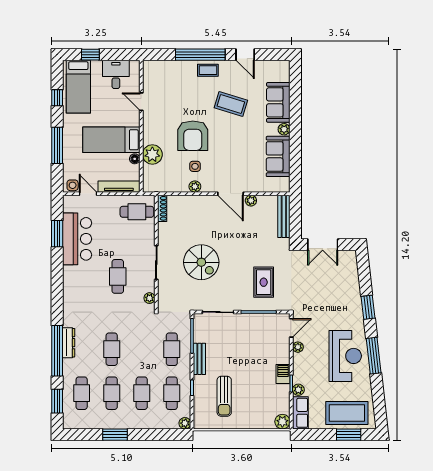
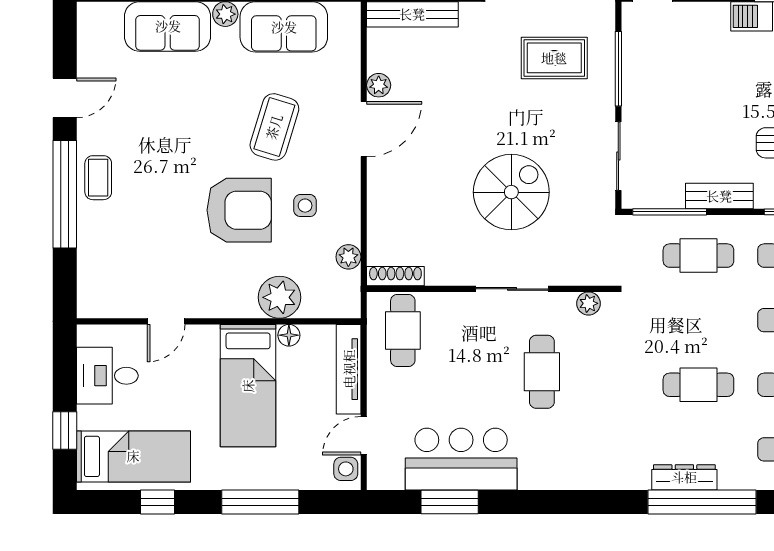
coffee table: (231, 104) -> (274, 127), moved
plant: (195, 187) -> (348, 257), moved
cafe table: (118, 276) -> (542, 372), turned 90

